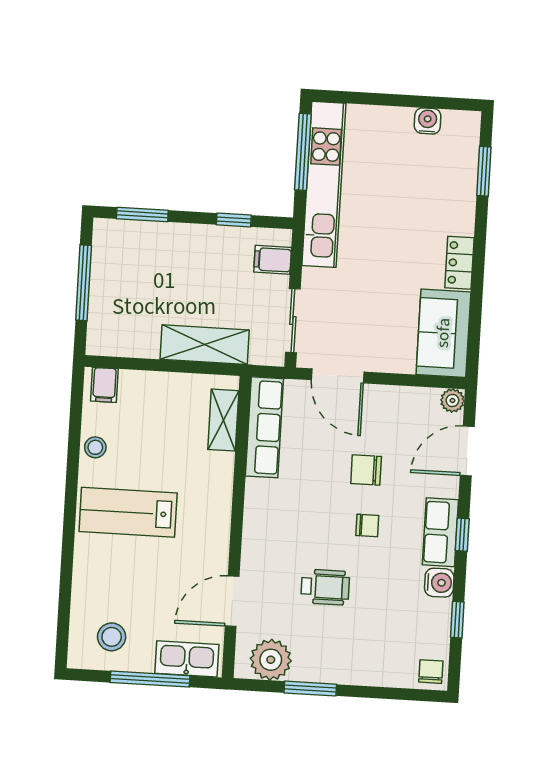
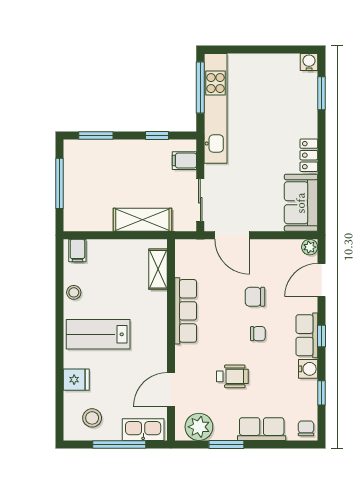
water cooler: (428, 121) -> (309, 62), moved
row of seats: (264, 427) -> (186, 311), moved
fridge: (91, 578) -> (76, 380), added
row of seats: (364, 669) -> (262, 429), added

